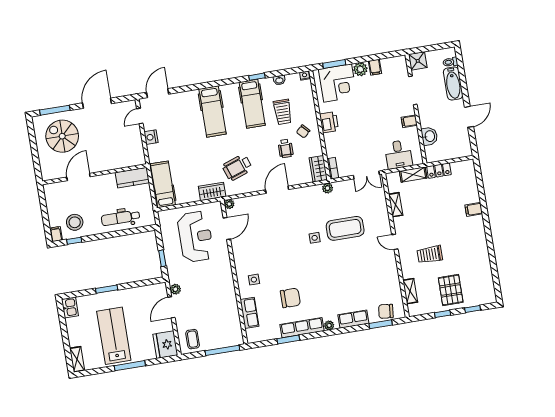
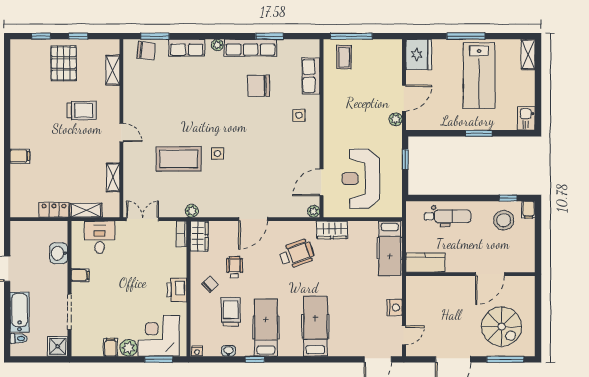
coffee table: (193, 339) -> (344, 57), moved

